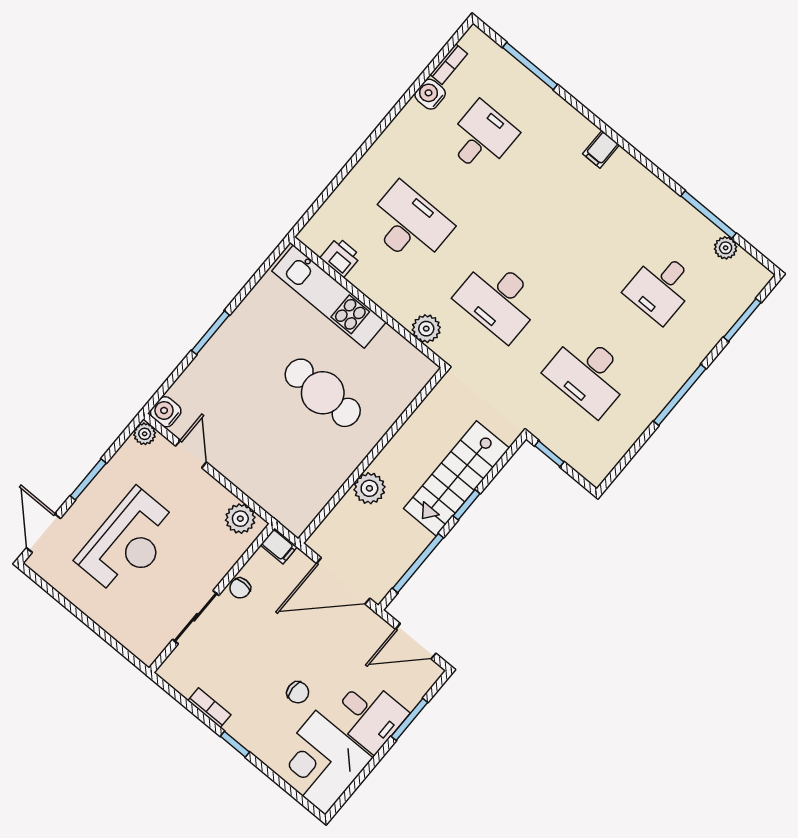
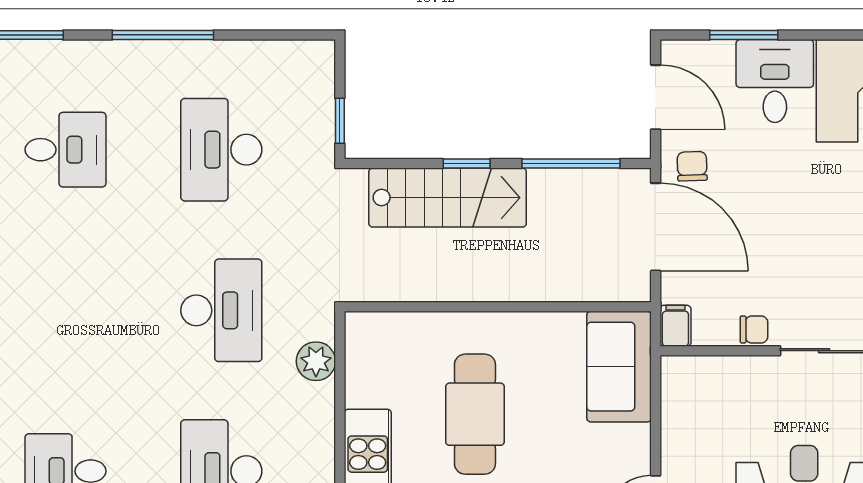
desk: (588, 374) -> (221, 150), turned 180
plant: (369, 488) -> (535, 281), removed
sofa: (282, 495) -> (619, 367), added
plant: (240, 519) -> (681, 390), removed
chair: (298, 692) -> (692, 166), moved

